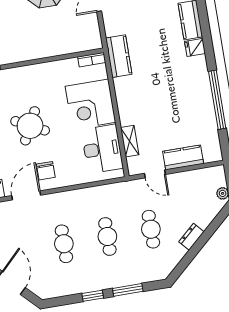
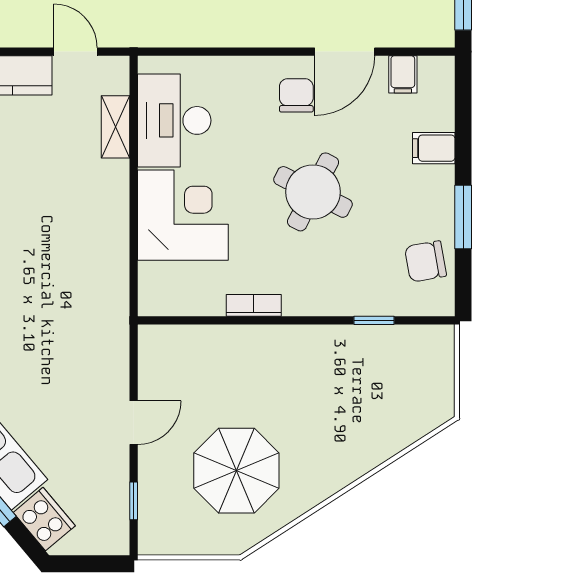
kitchen counter: (119, 56) -> (109, 303), removed
bookcase: (92, 60) -> (254, 305), moved

